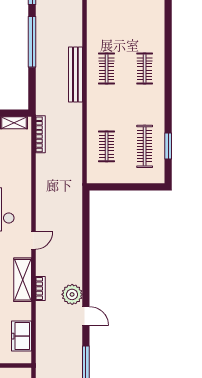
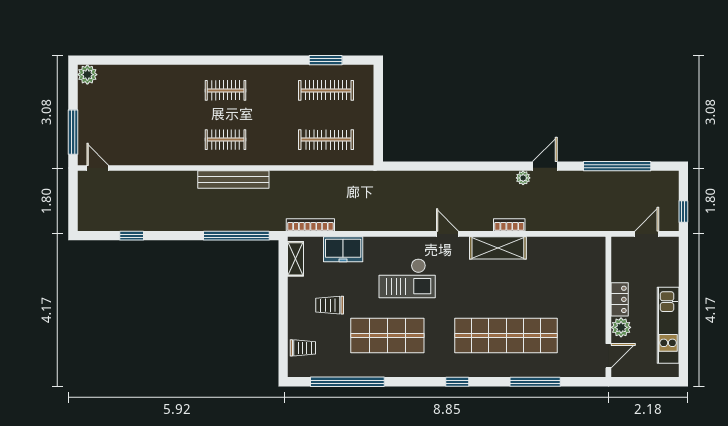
window: (32, 42) -> (236, 236), moved
clothes rail: (107, 146) -> (326, 140), width x1.36
plant: (72, 294) -> (523, 178), width x0.53, depth x0.53
freezer: (21, 336) -> (343, 249), moved

